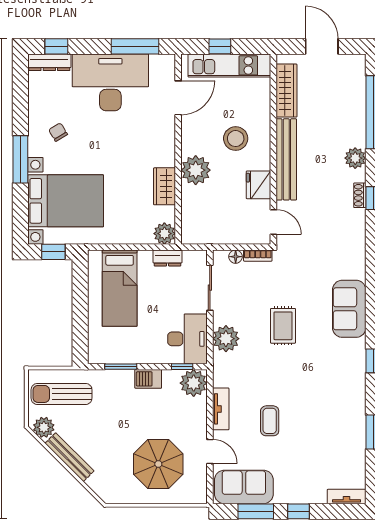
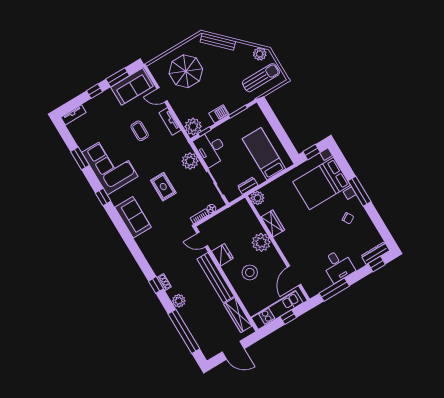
desk: (110, 82) -> (338, 266), width x0.53, depth x0.77
corner sofa: (337, 399) -> (110, 164), added
bench: (69, 457) -> (218, 42), moved

